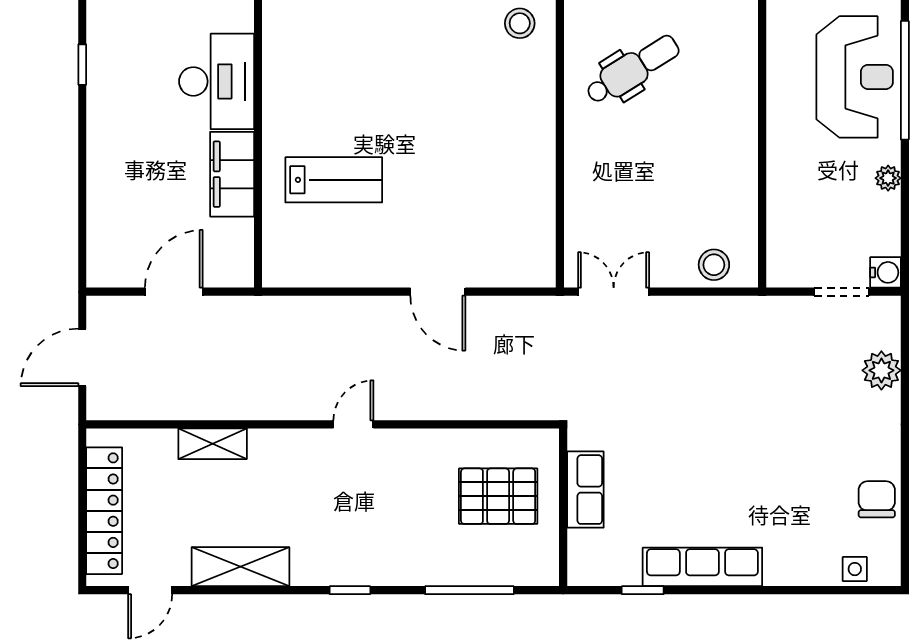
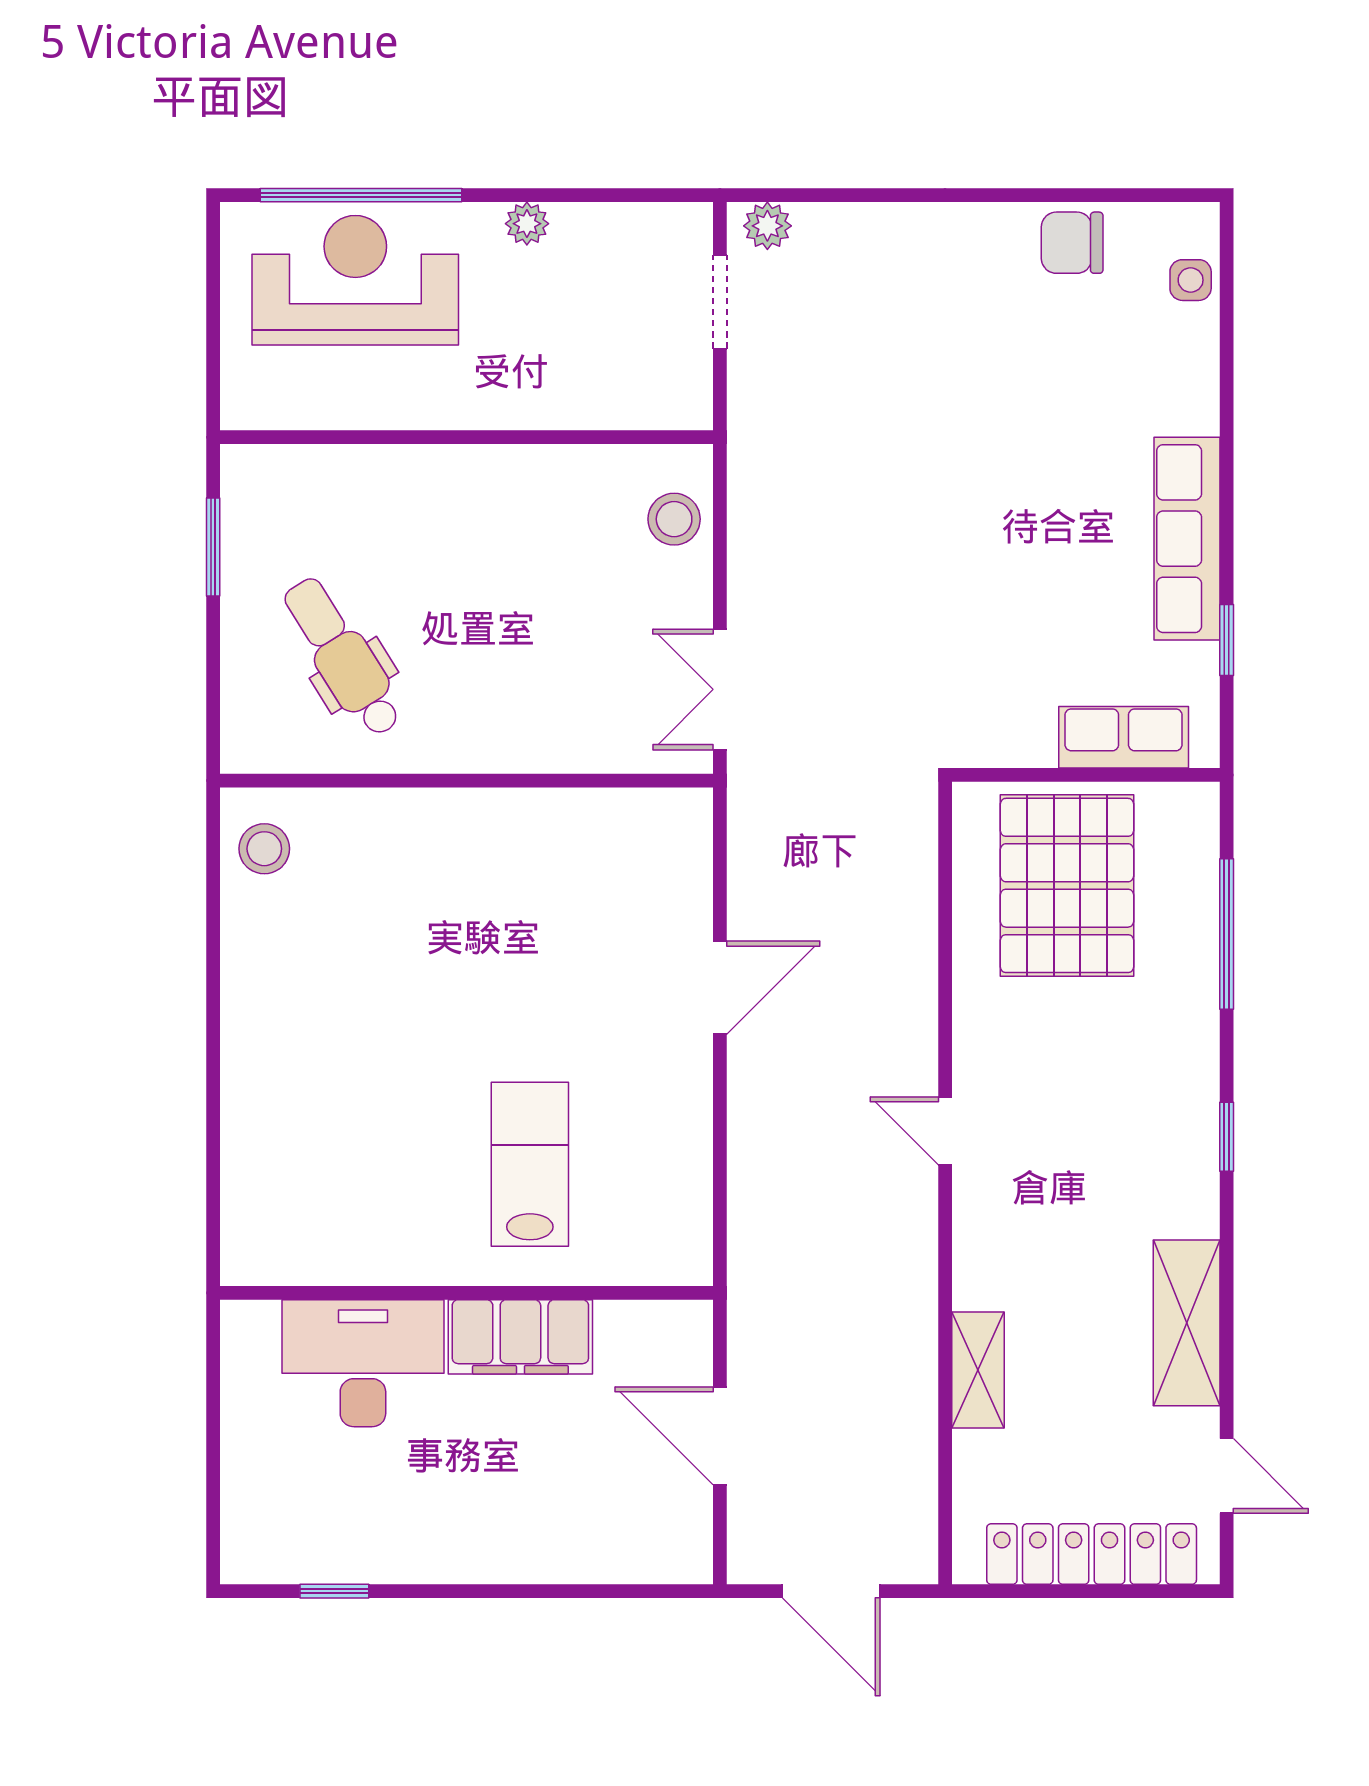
water cooler: (885, 272) -> (687, 228), removed
plant: (881, 370) -> (767, 226), moved, width x0.73, depth x0.73
row of seats: (585, 490) -> (1124, 737), moved
pallet: (498, 496) -> (1067, 885), width x1.37, depth x1.41

